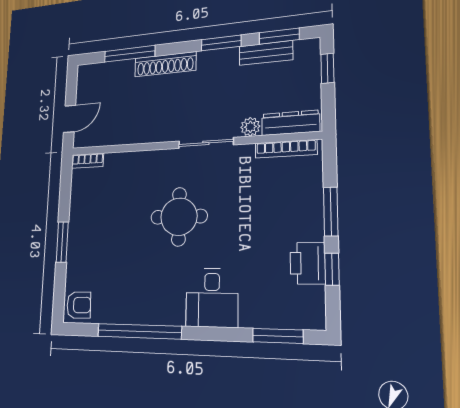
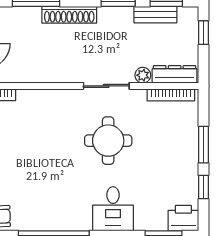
round table: (179, 217) -> (108, 141), moved
printer: (308, 263) -> (183, 218), moved, turned 90

